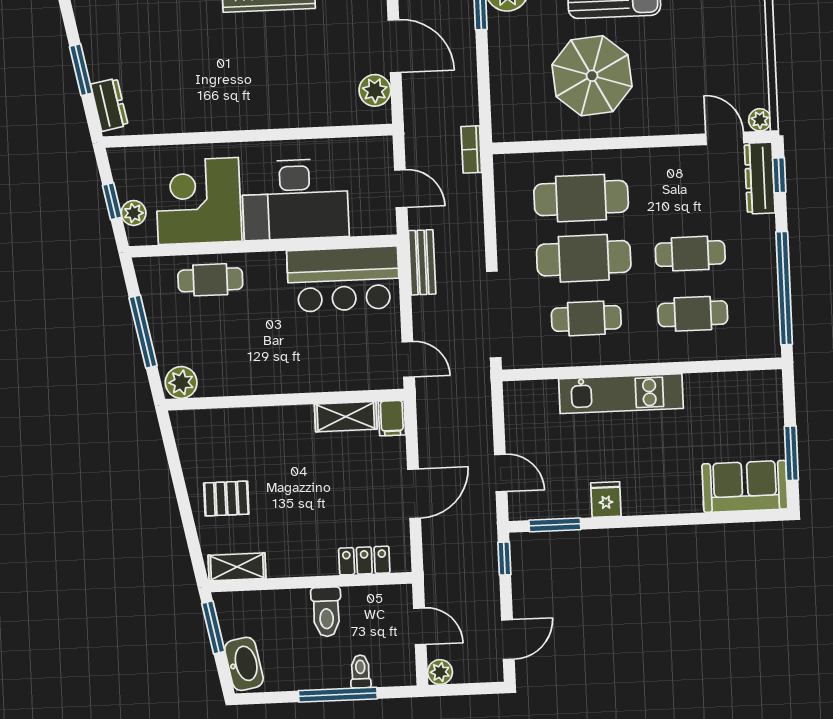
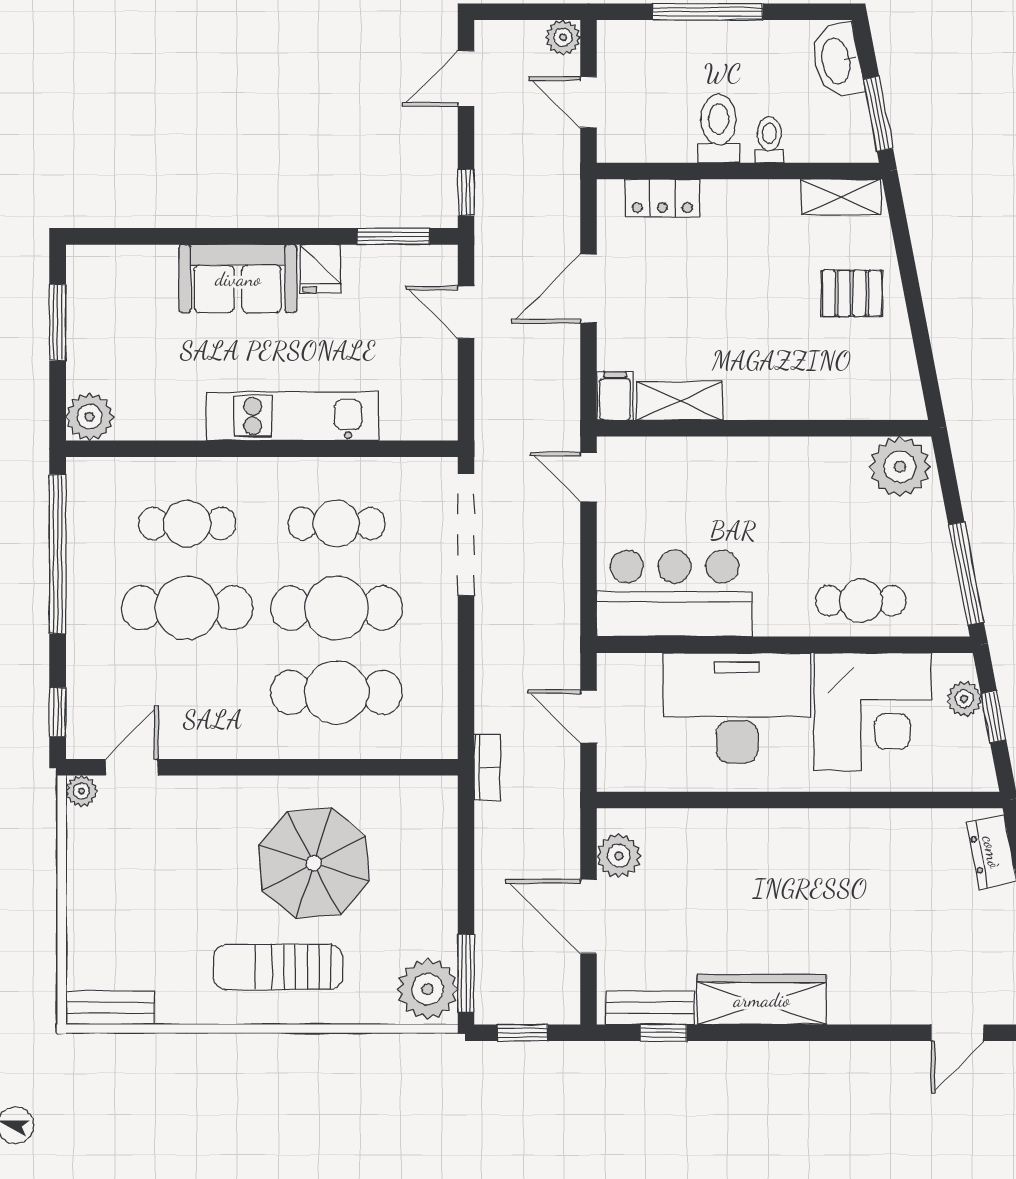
door: (725, 138) -> (132, 767), swing flipped
dresser: (760, 178) -> (85, 710), removed
cafe table: (690, 254) -> (187, 608), width x1.37, depth x1.35
bench: (422, 262) -> (563, 612), removed
window: (143, 332) -> (966, 573), moved
plant: (181, 382) -> (900, 467), width x1.36, depth x1.36
plant: (766, 387) -> (90, 417), added
sofa: (745, 486) -> (238, 279), moved
toilet: (360, 671) -> (769, 140), moved, turned 180

